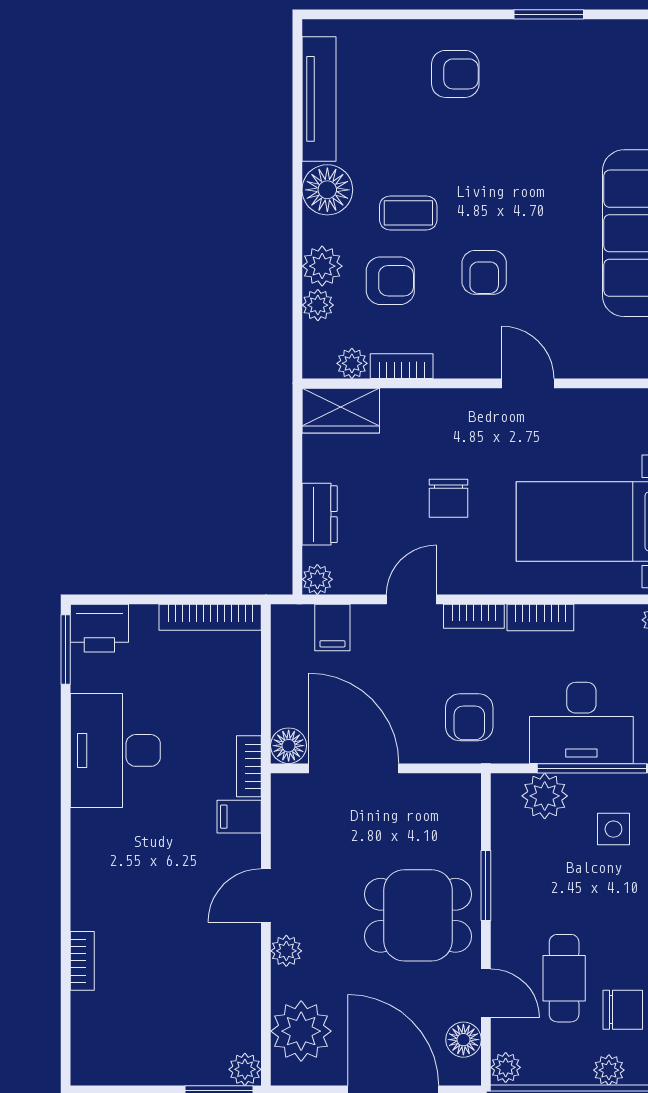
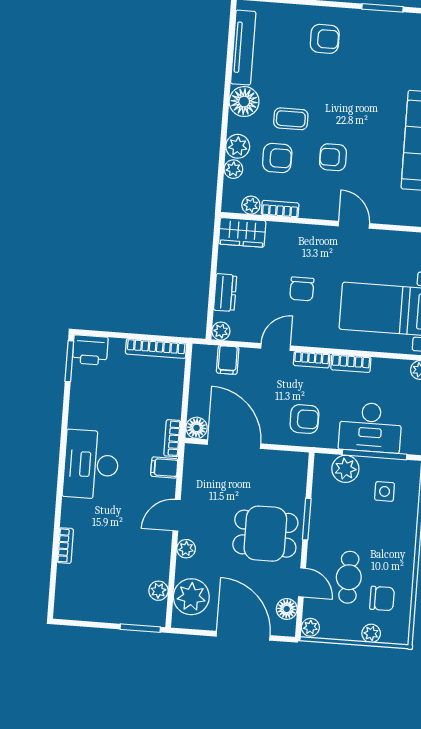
armchair: (484, 272) -> (333, 157), turned 90
armchair: (469, 717) -> (304, 419), turned -90
desk: (115, 750) -> (91, 465), moved
plant: (245, 1069) -> (158, 591), moved

